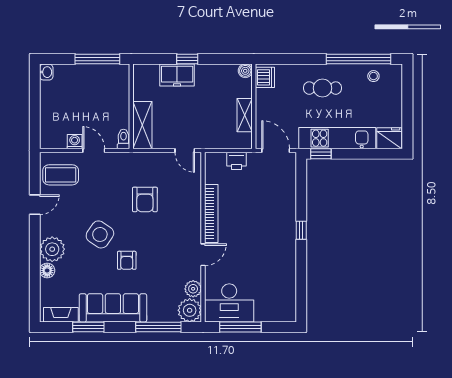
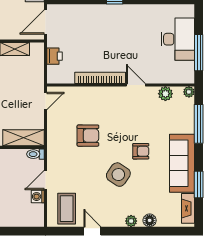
plant: (52, 249) -> (131, 221), width x0.53, depth x0.53
desk: (229, 303) -> (178, 39), moved
plant: (190, 310) -> (189, 92), width x0.53, depth x0.53

